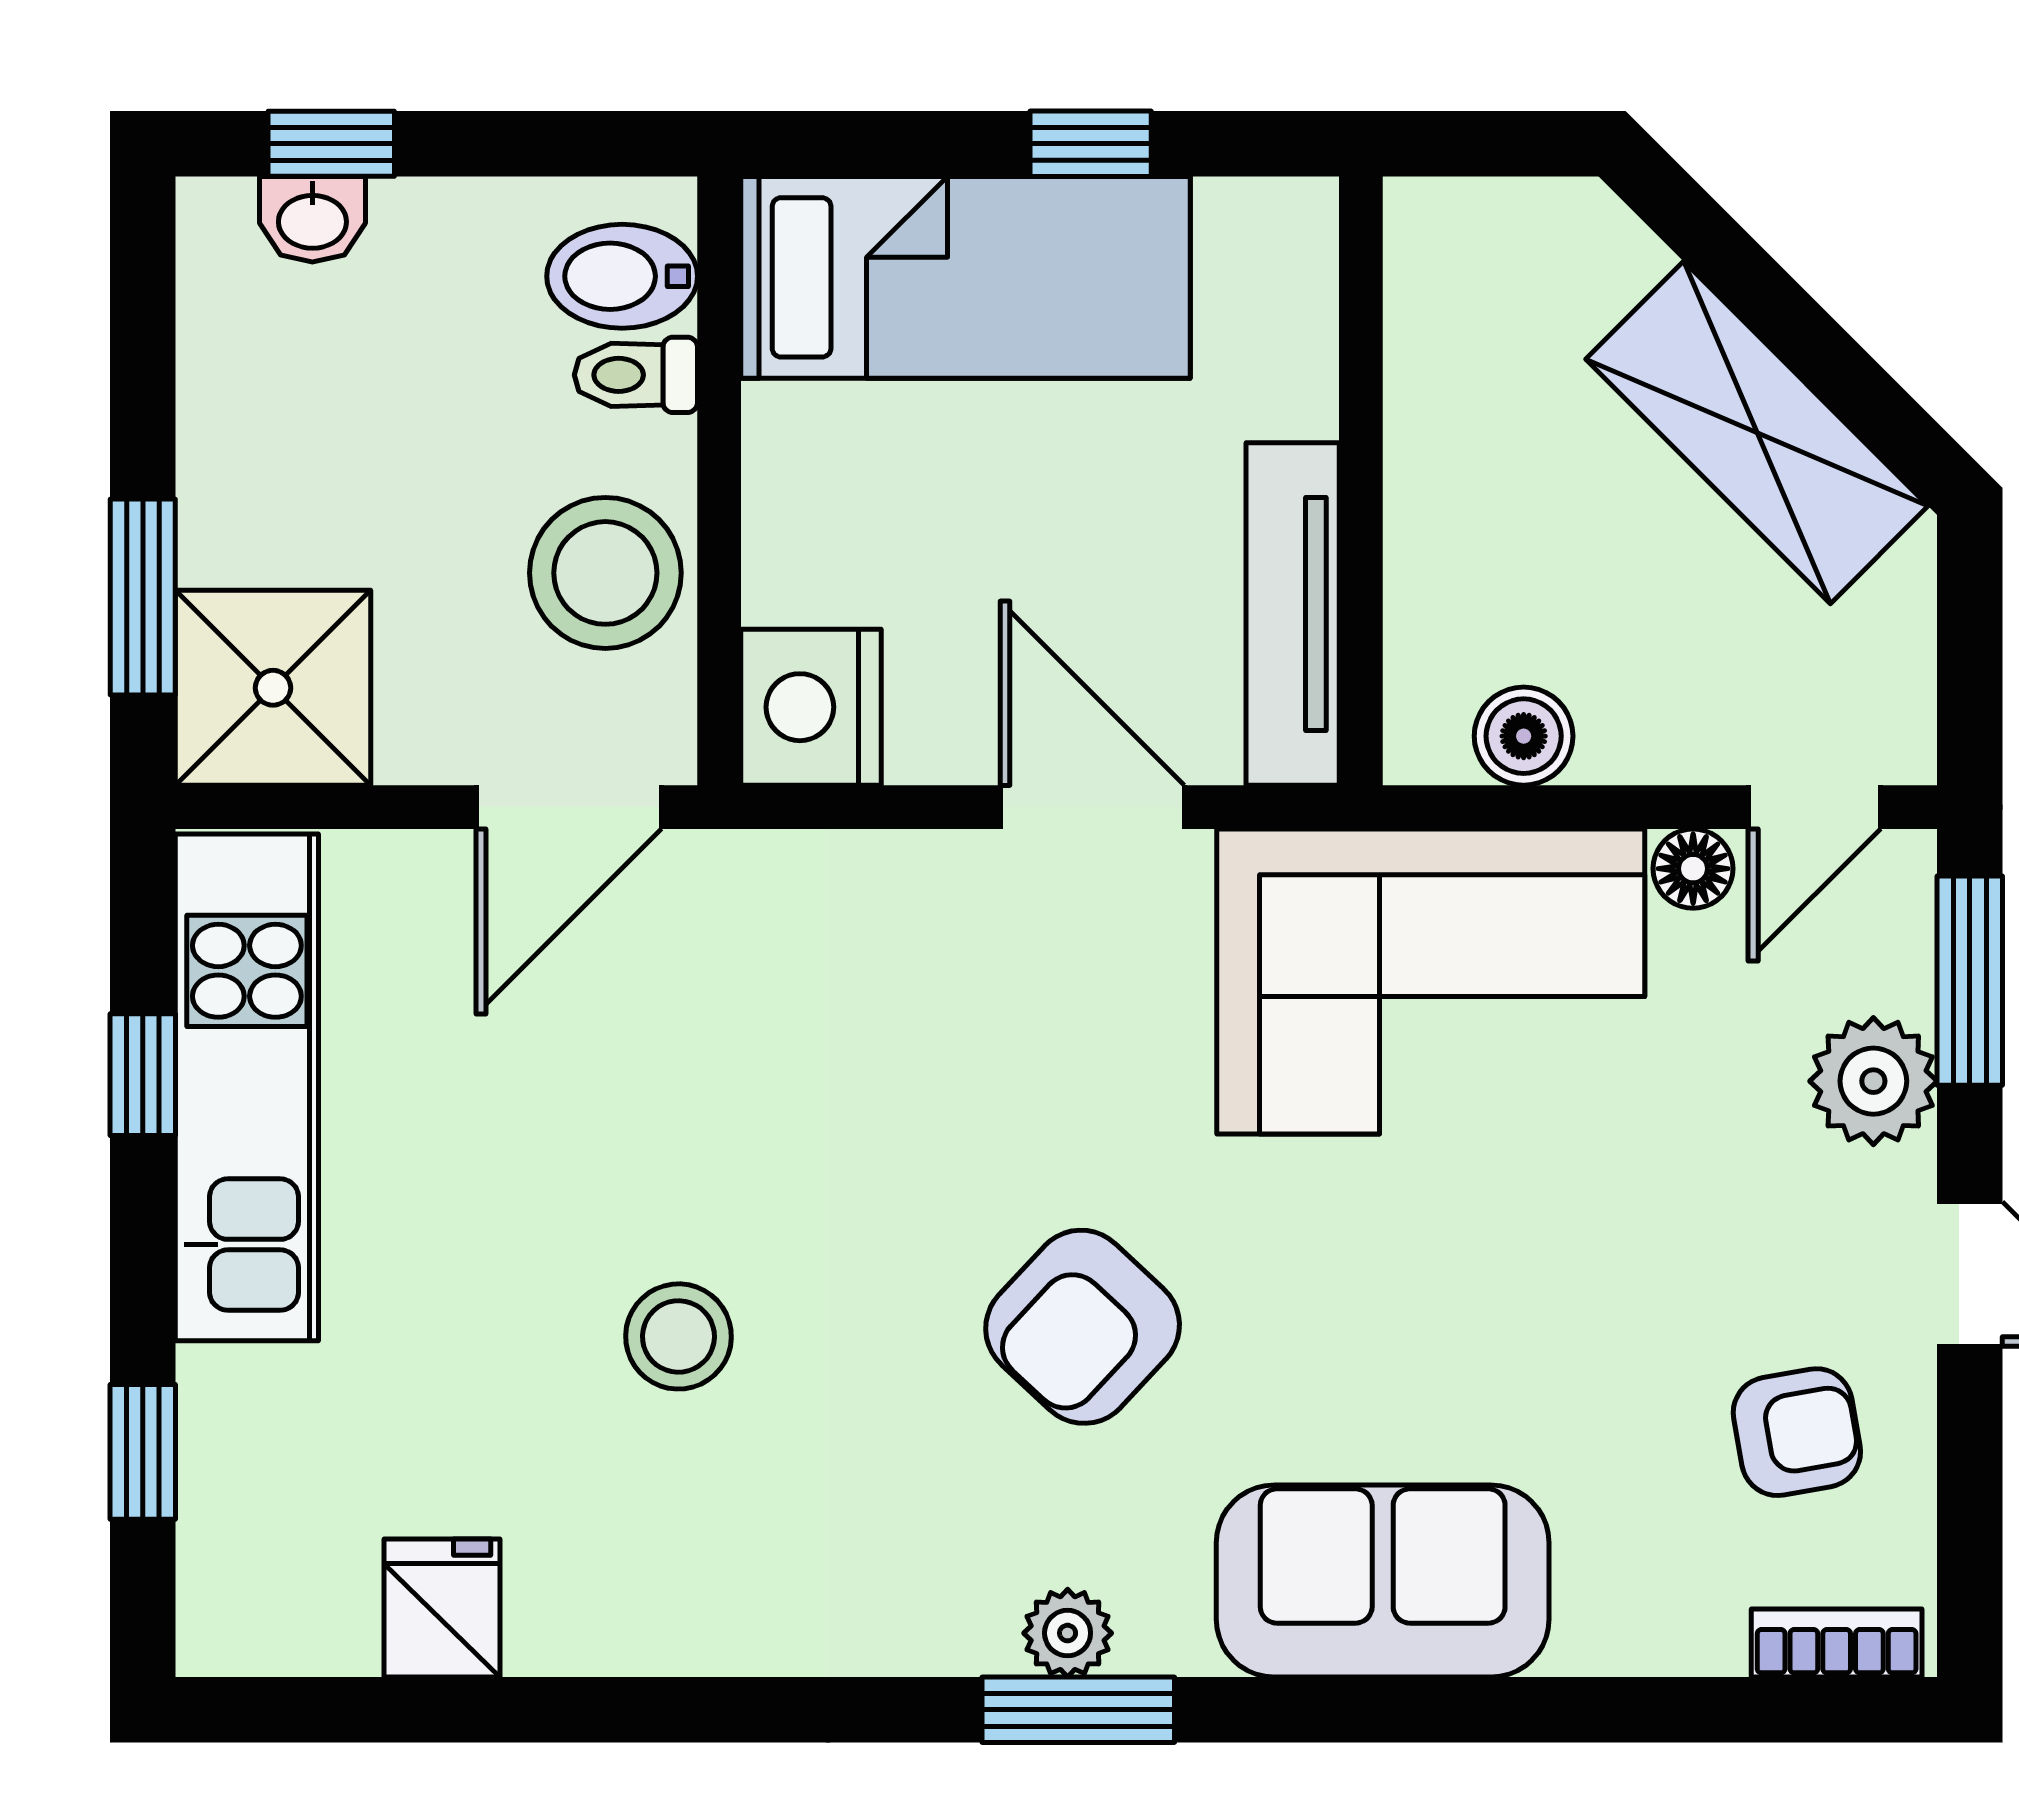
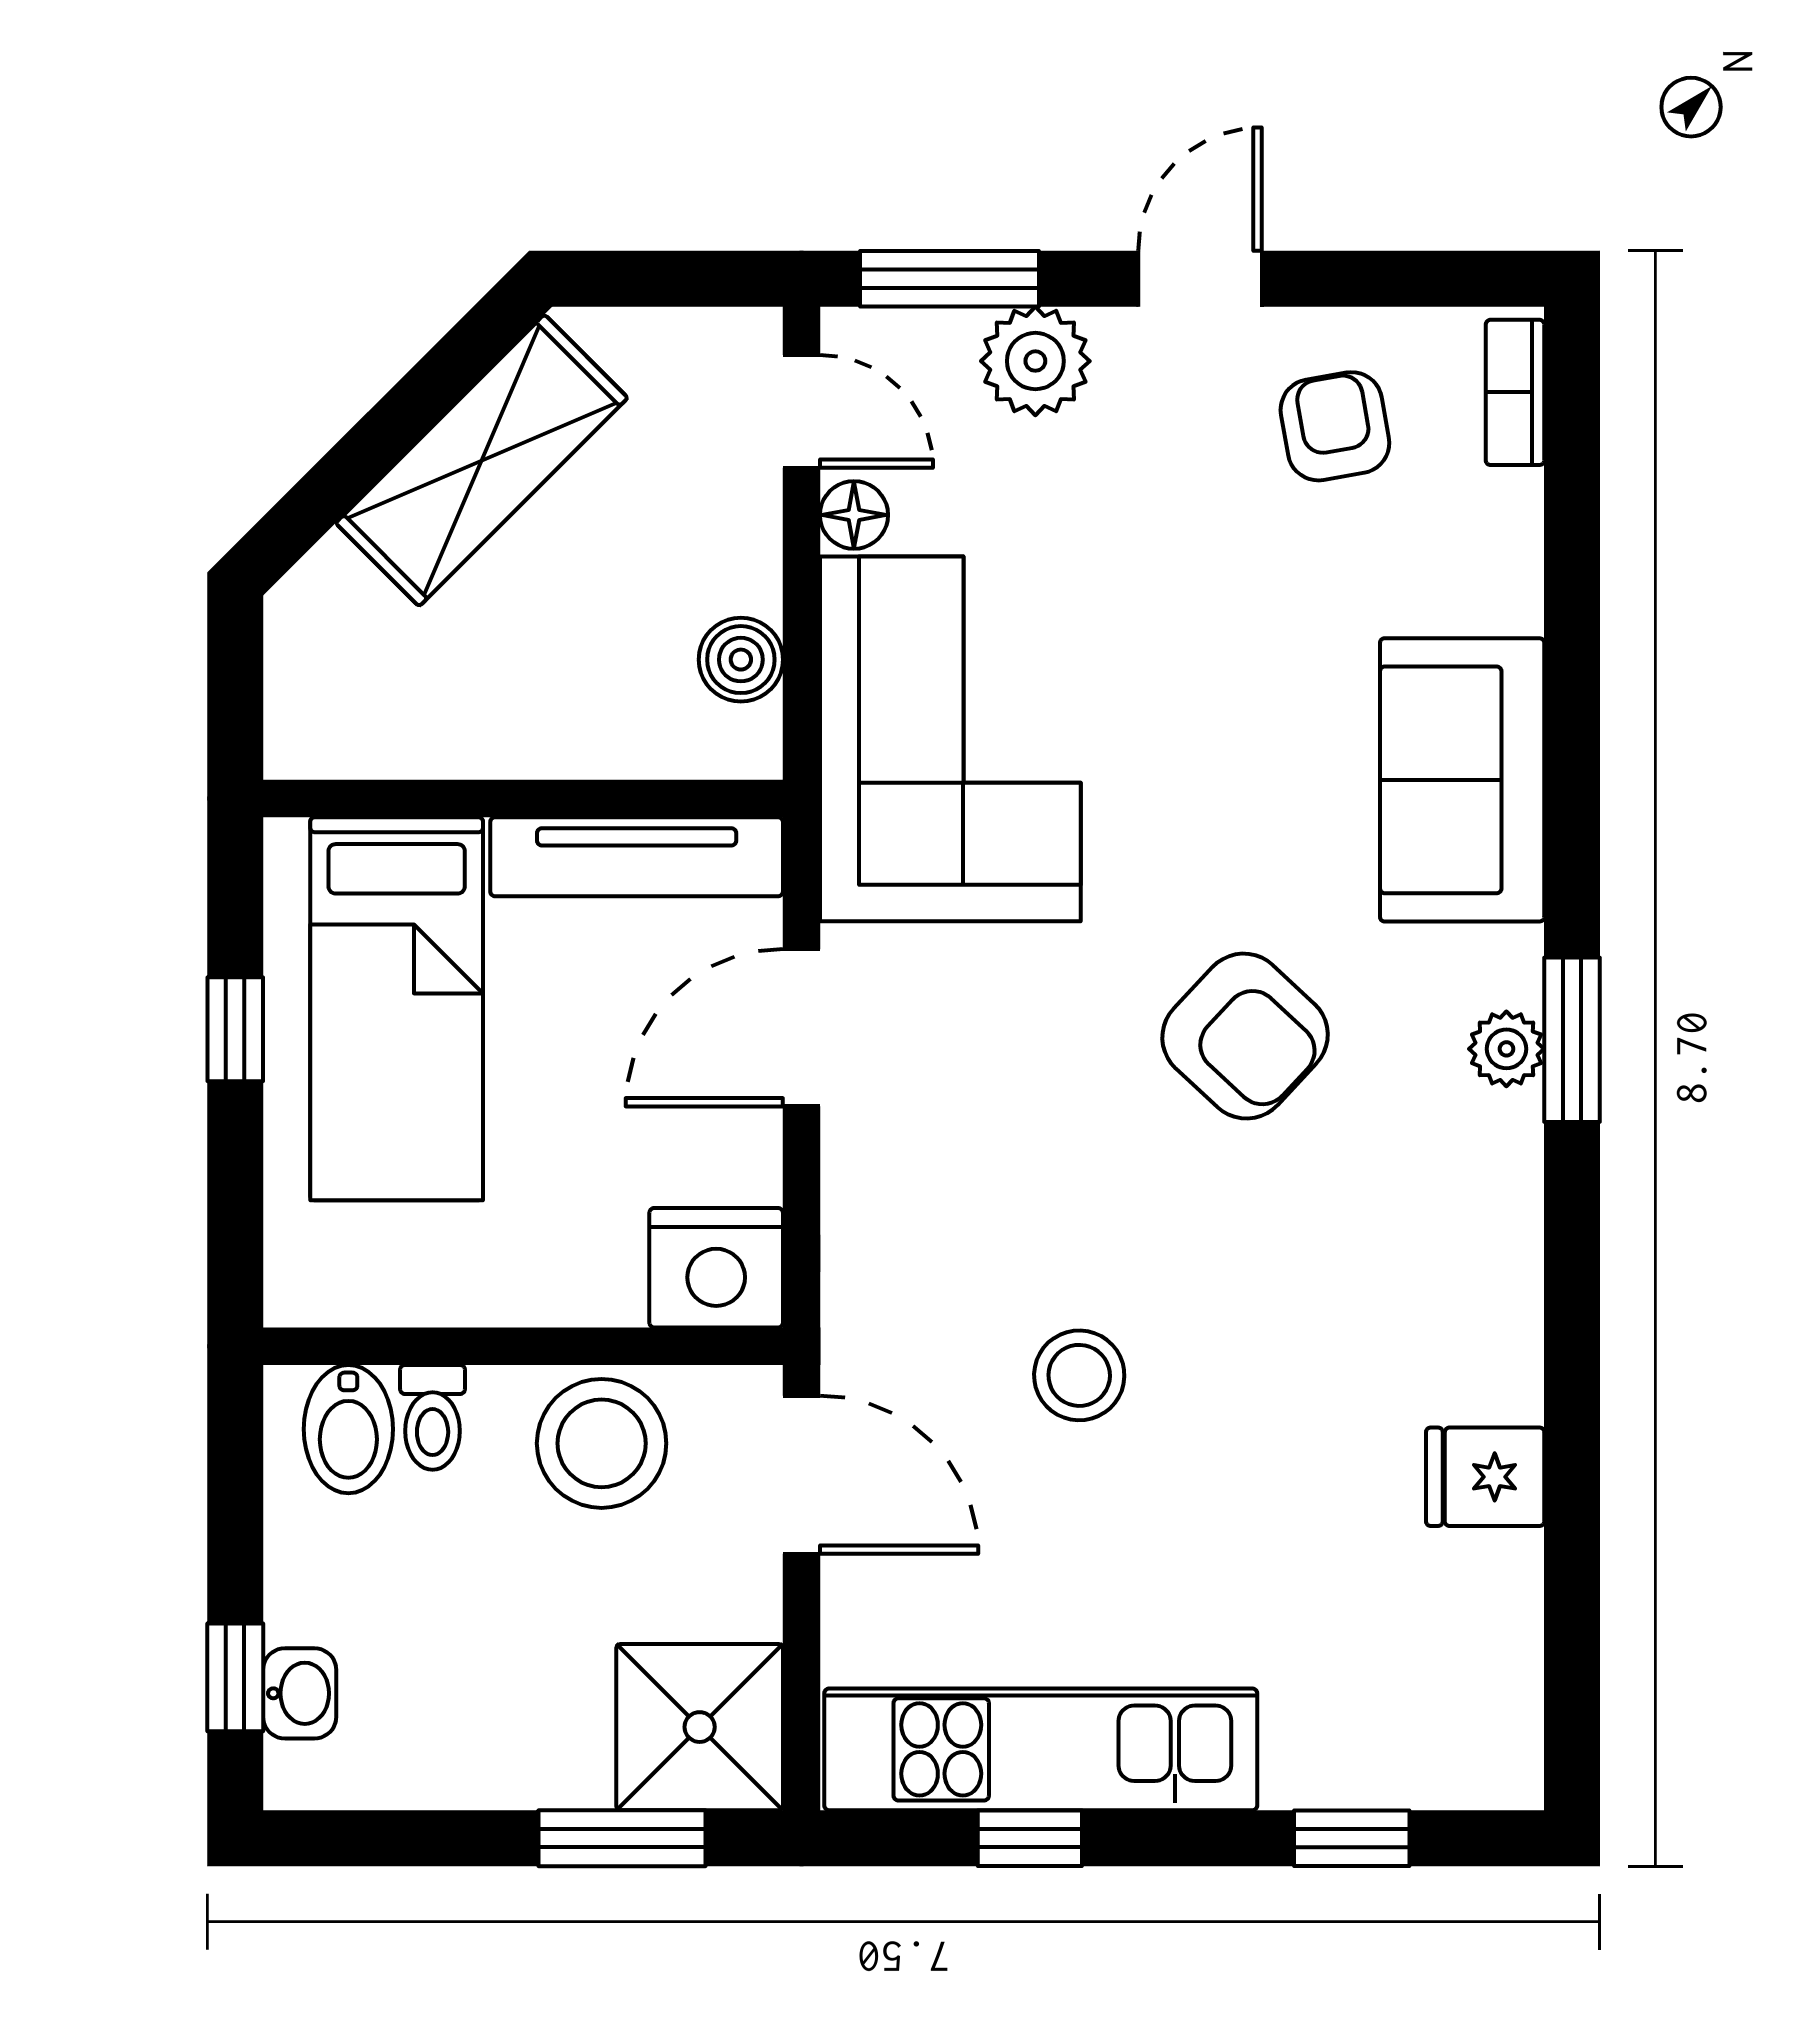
bed: (965, 277) -> (397, 1009), moved, turned 180
stool: (678, 1336) -> (1079, 1375), moved
fridge: (442, 1608) -> (1485, 1477), moved

